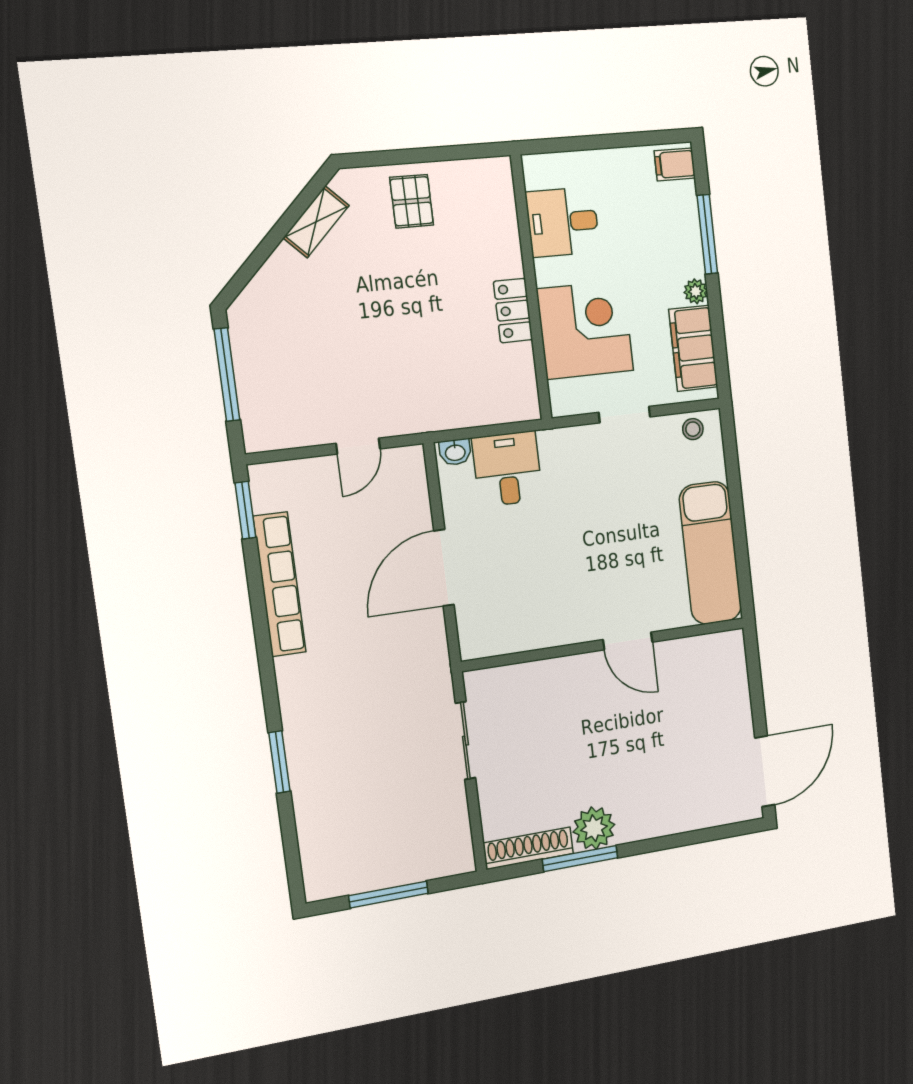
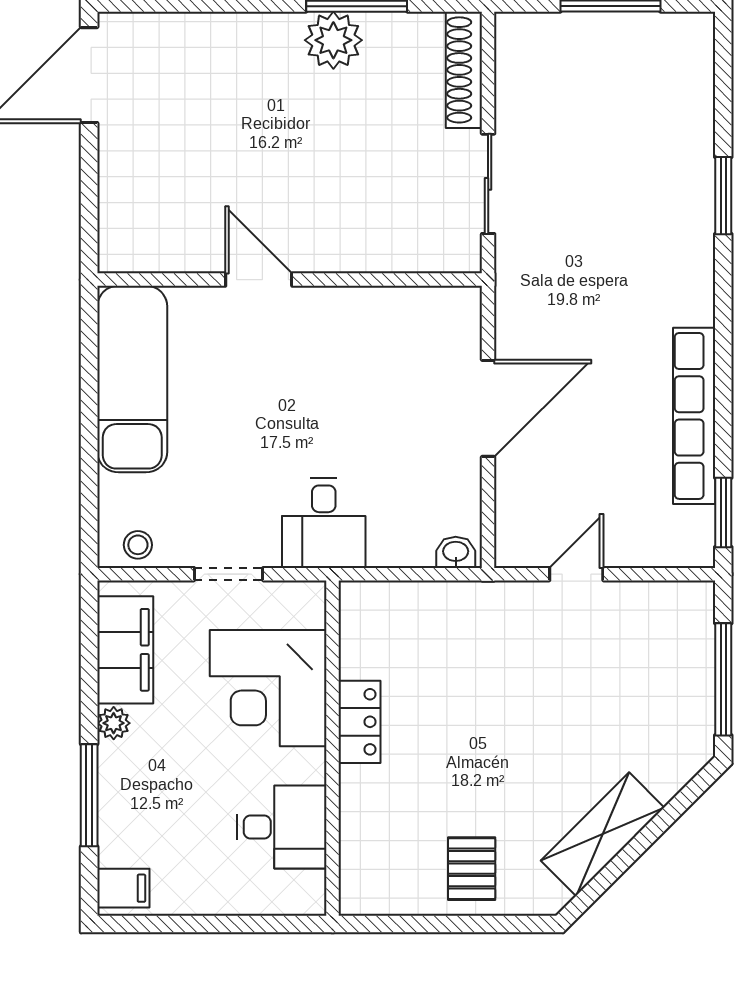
shelving: (316, 222) -> (603, 834), width x1.50, depth x1.33
desk: (507, 469) -> (324, 523), moved
shoe rack: (528, 848) -> (464, 70), moved, turned 90

